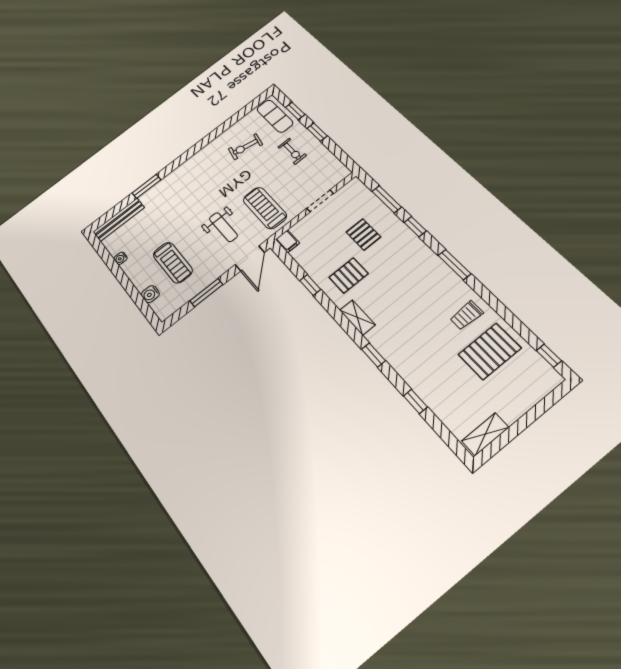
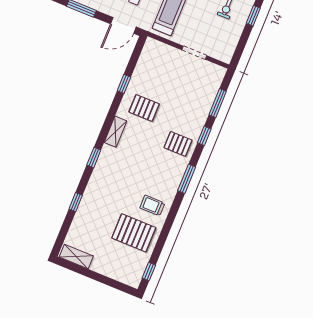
pallet: (363, 234) -> (178, 144), moved, turned 90
filing cabinet: (288, 241) -> (150, 47), removed

